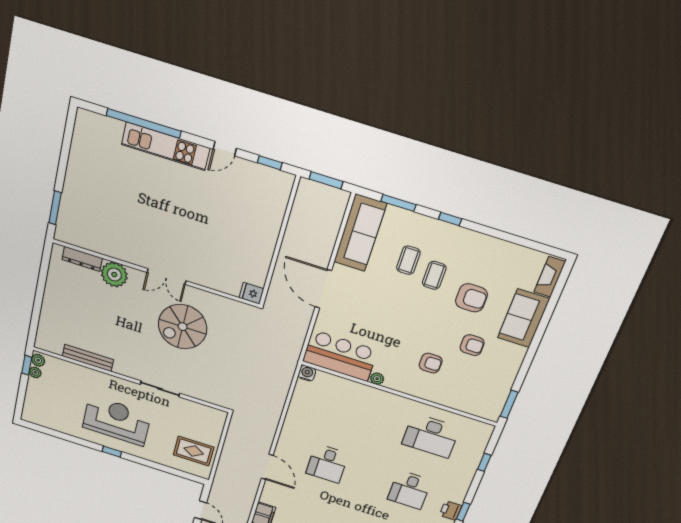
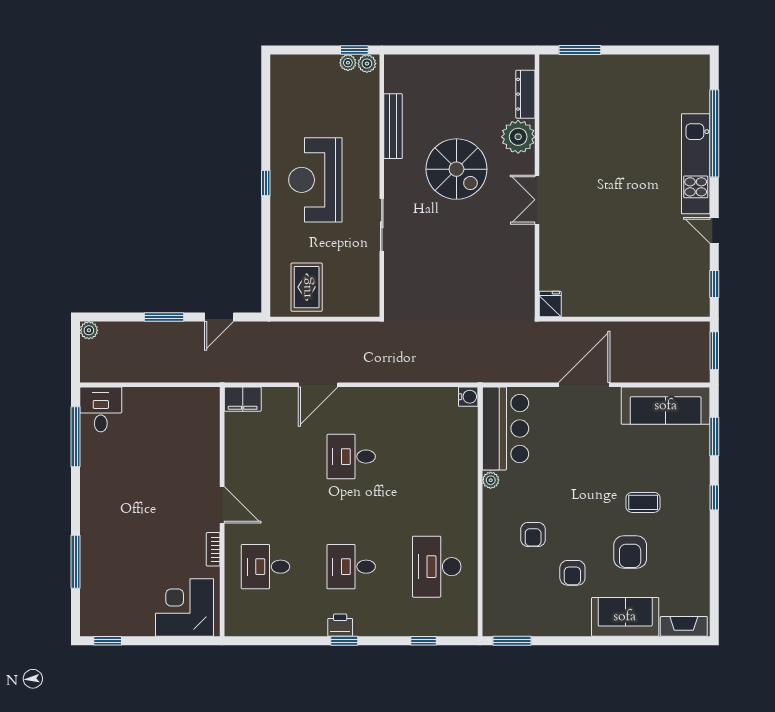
coffee table: (408, 260) -> (651, 468), removed
spiral stairs: (183, 327) -> (456, 169), moved, turned 180
reception desk: (117, 421) -> (315, 180), turned 180

